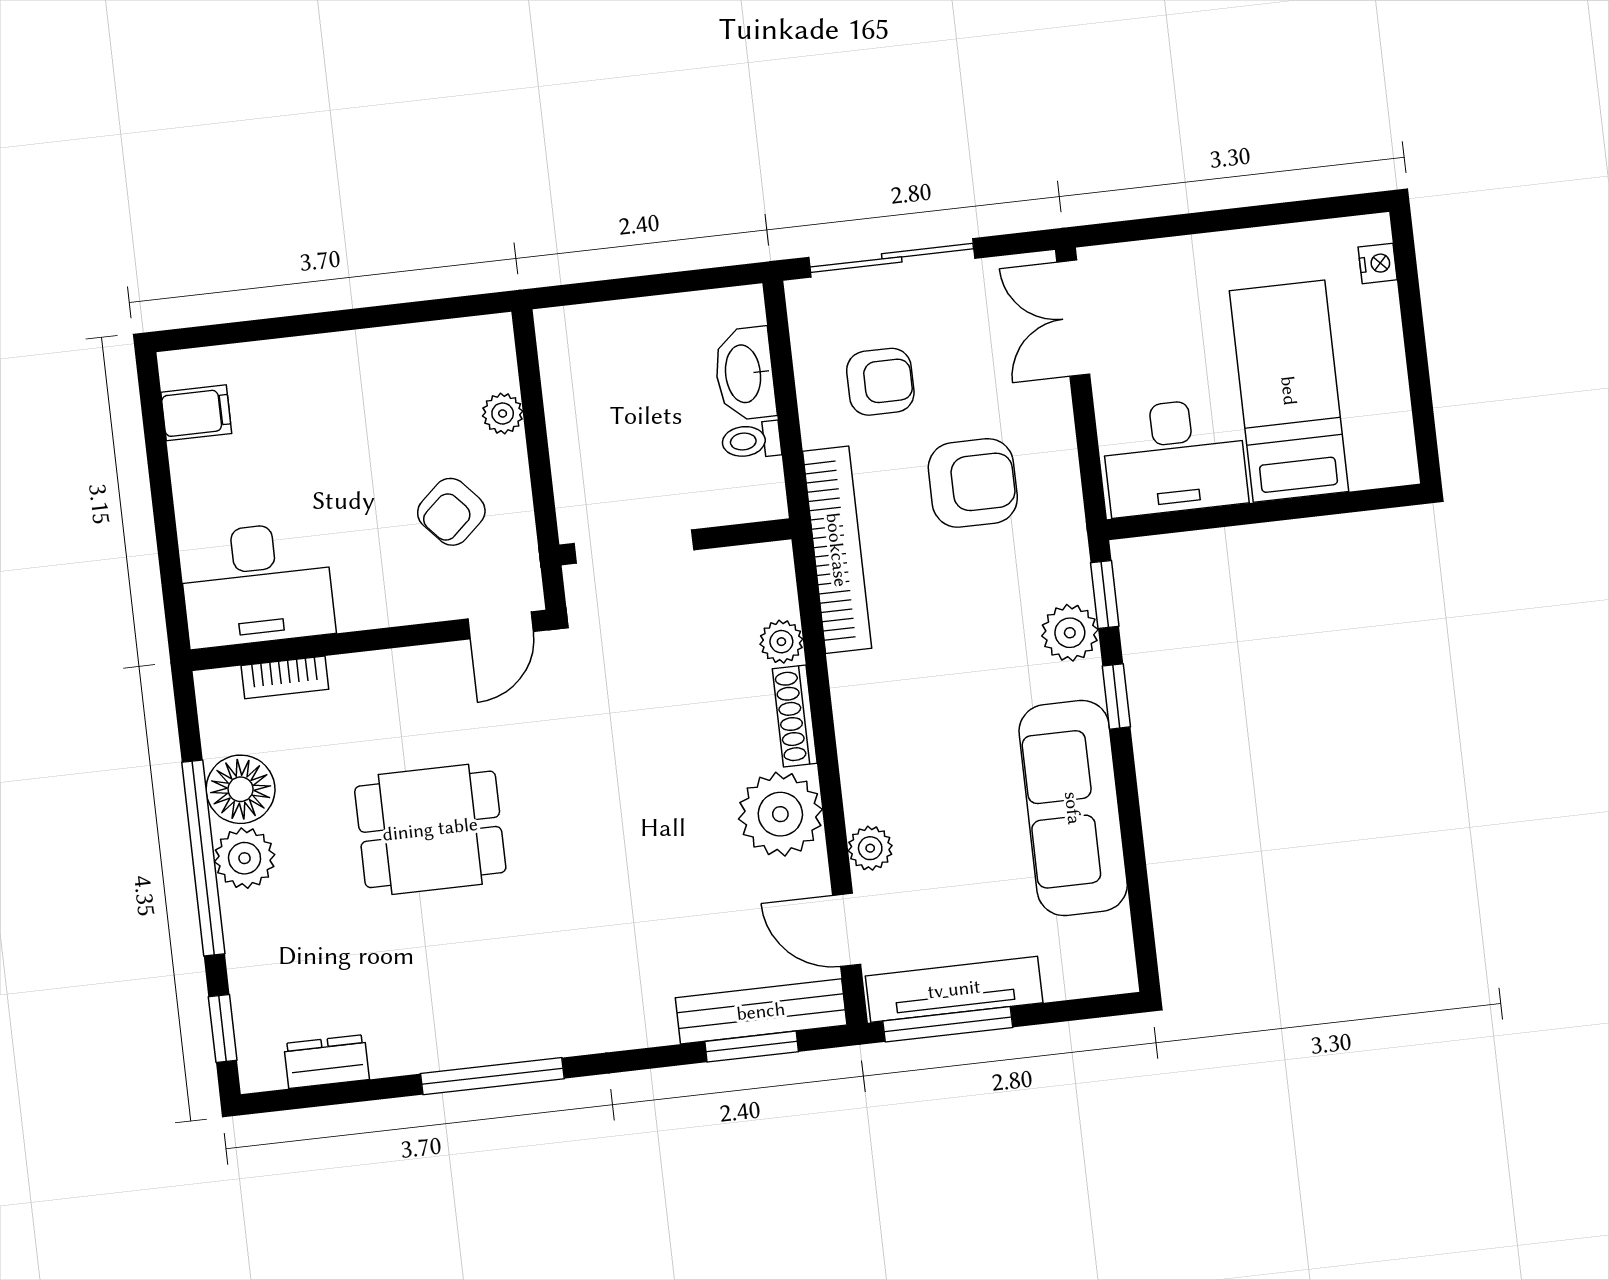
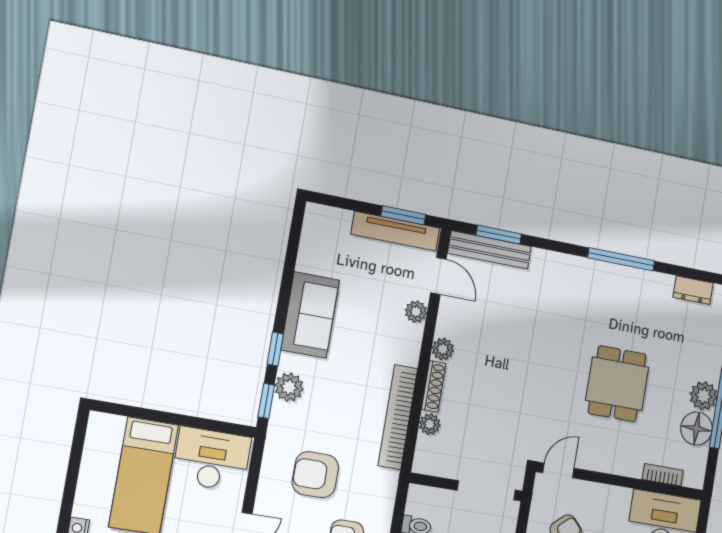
bookcase: (837, 550) -> (398, 417), moved
sofa: (1073, 808) -> (310, 315), width x0.73
plant: (780, 814) -> (443, 349), width x0.53, depth x0.53
dining table: (430, 829) -> (617, 384), turned 90
window: (948, 1024) -> (403, 215), width x0.69

